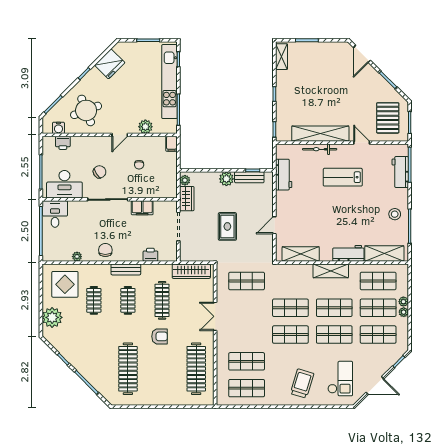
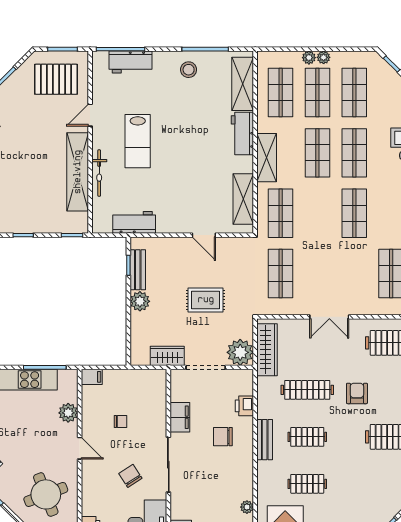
plant: (185, 180) -> (240, 352), moved, width x1.87, depth x1.87
chair: (105, 250) -> (223, 437), moved
shop shelf: (290, 308) -> (281, 213), moved

